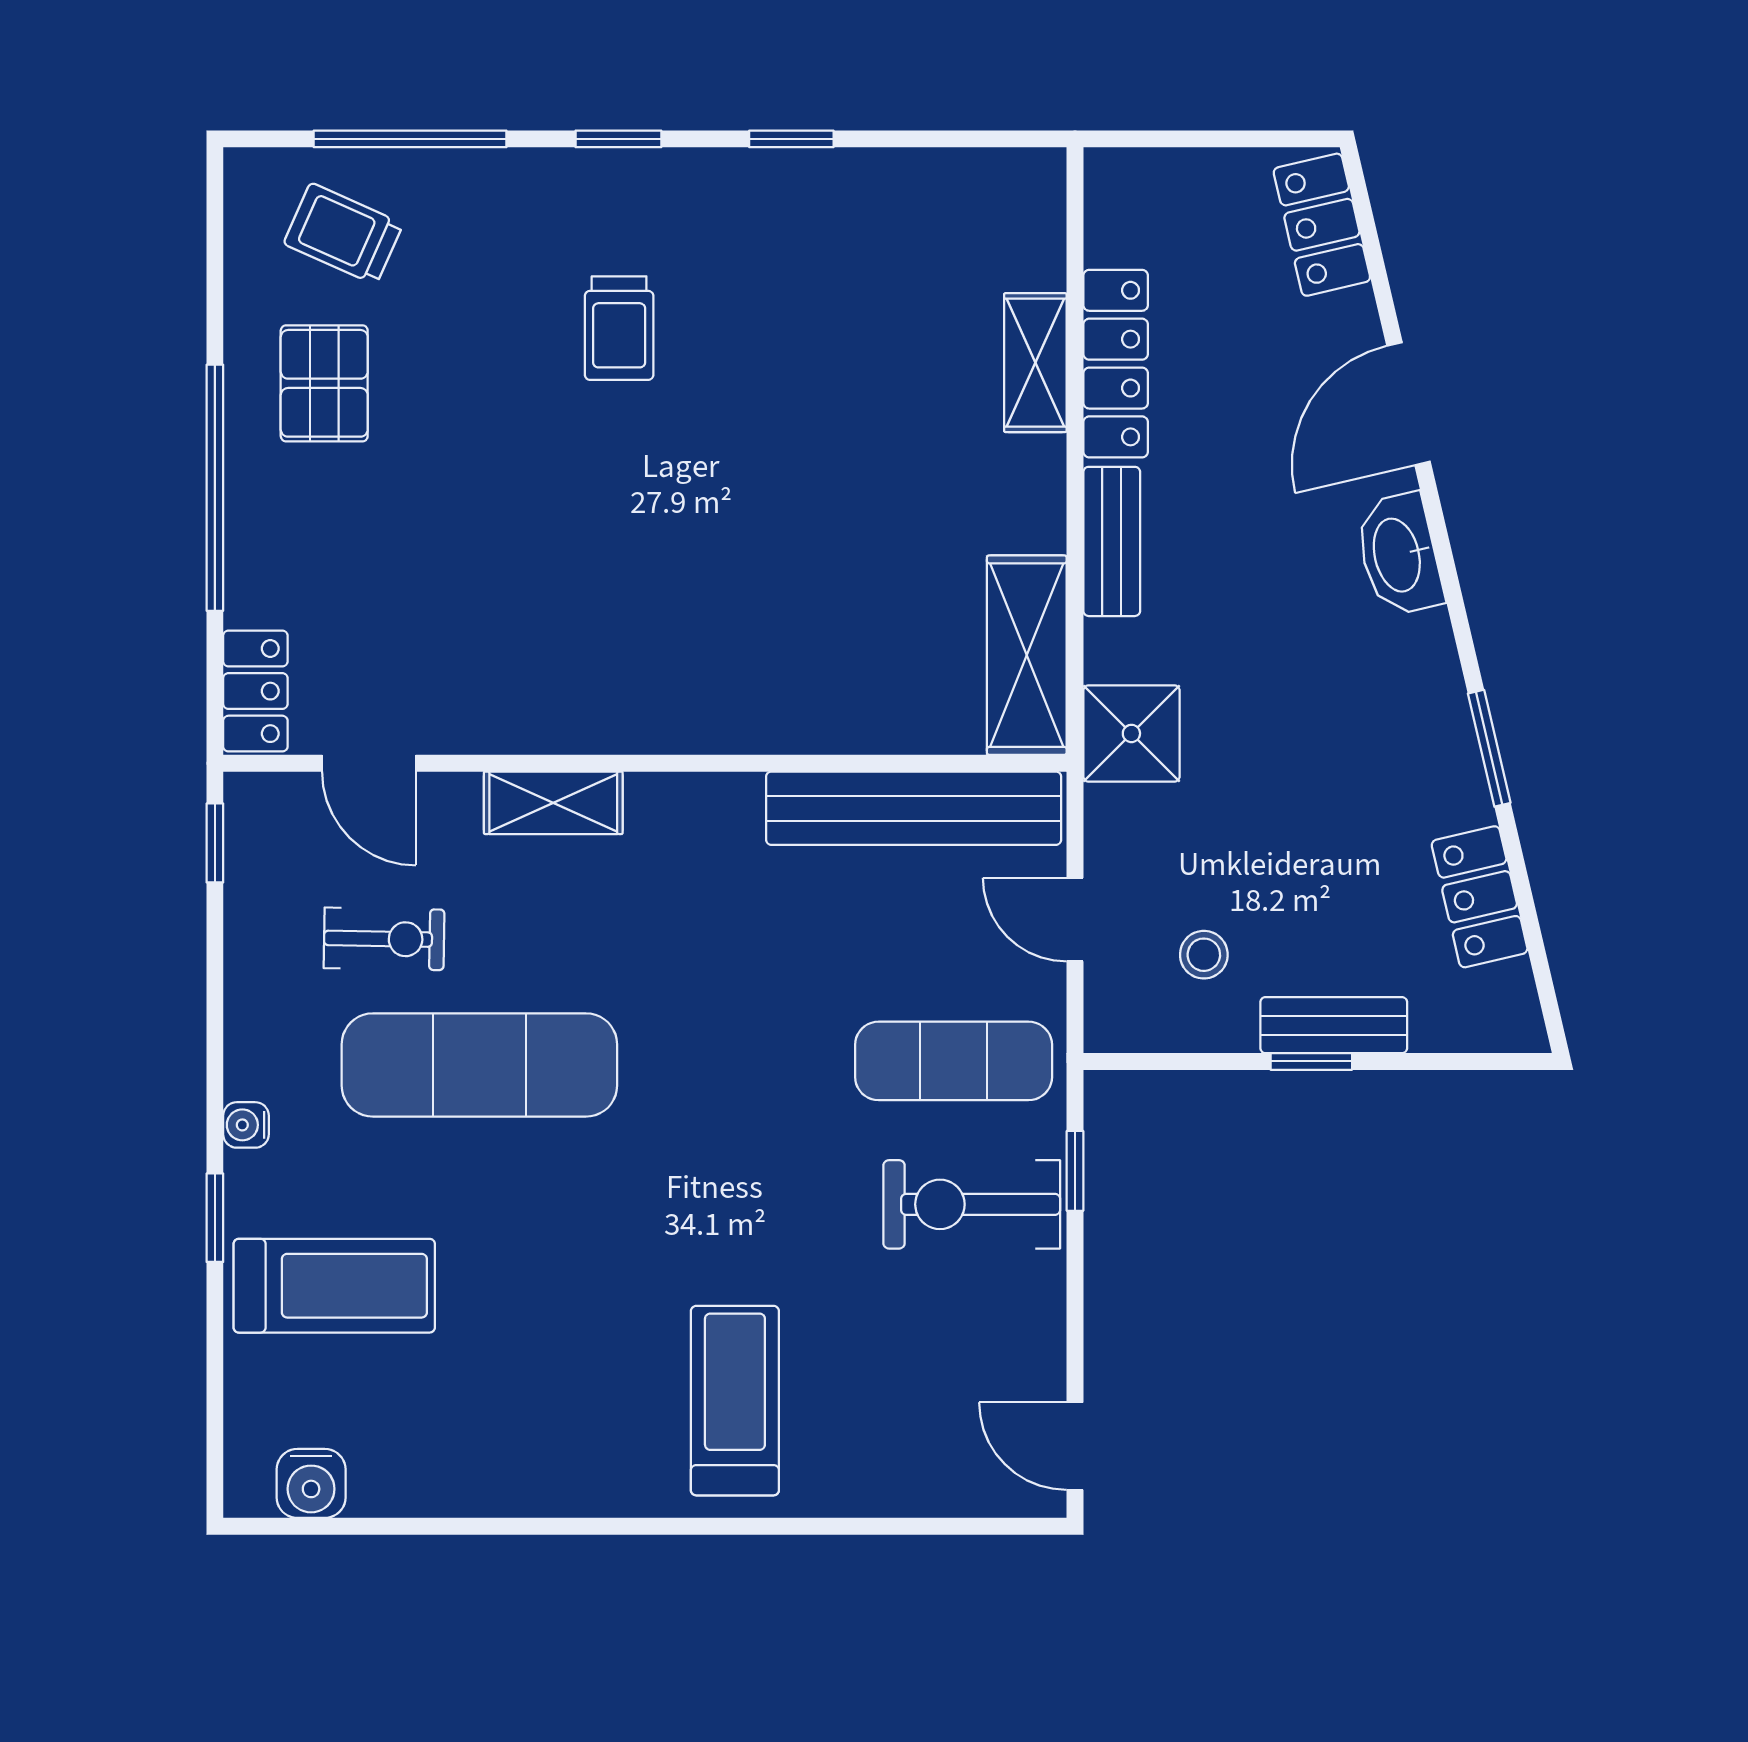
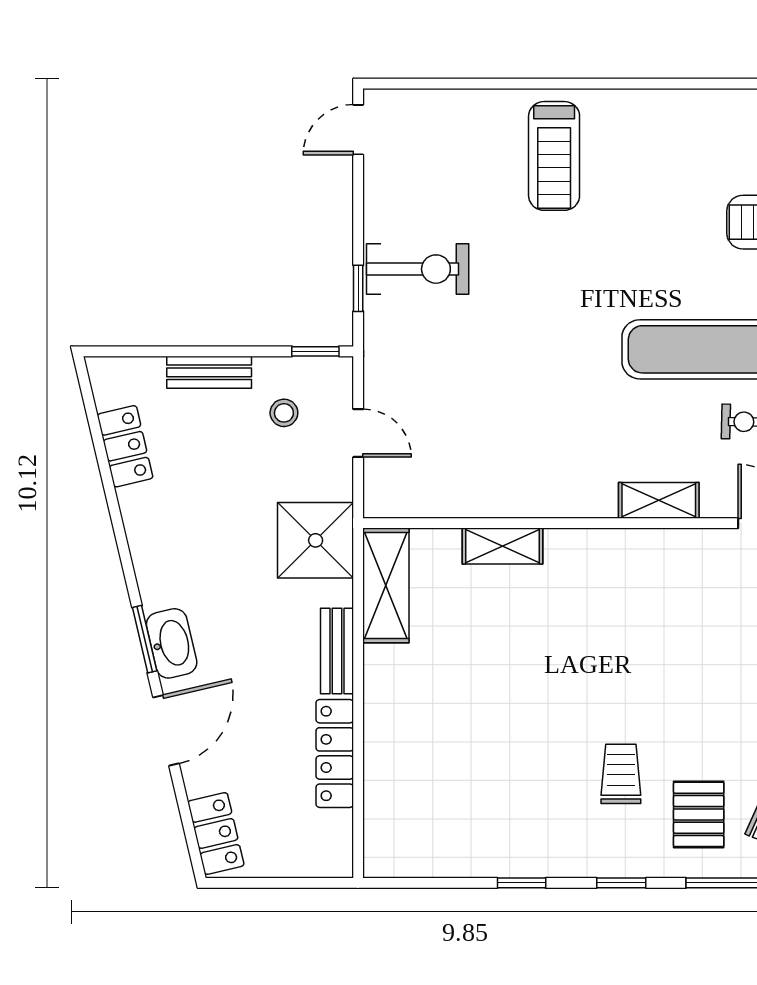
pallet: (484, 258) -> (699, 814), added
shelving: (1035, 363) -> (503, 546), moved, turned 90
shower: (1131, 733) -> (316, 540), width x1.36, depth x1.36
window: (1489, 748) -> (145, 639), moved
bench: (914, 808) -> (451, 497), removed
exercise mat: (954, 1061) -> (428, 352), removed
window: (1311, 1061) -> (315, 351), moved
door: (1075, 1446) -> (358, 130), swing flipped

